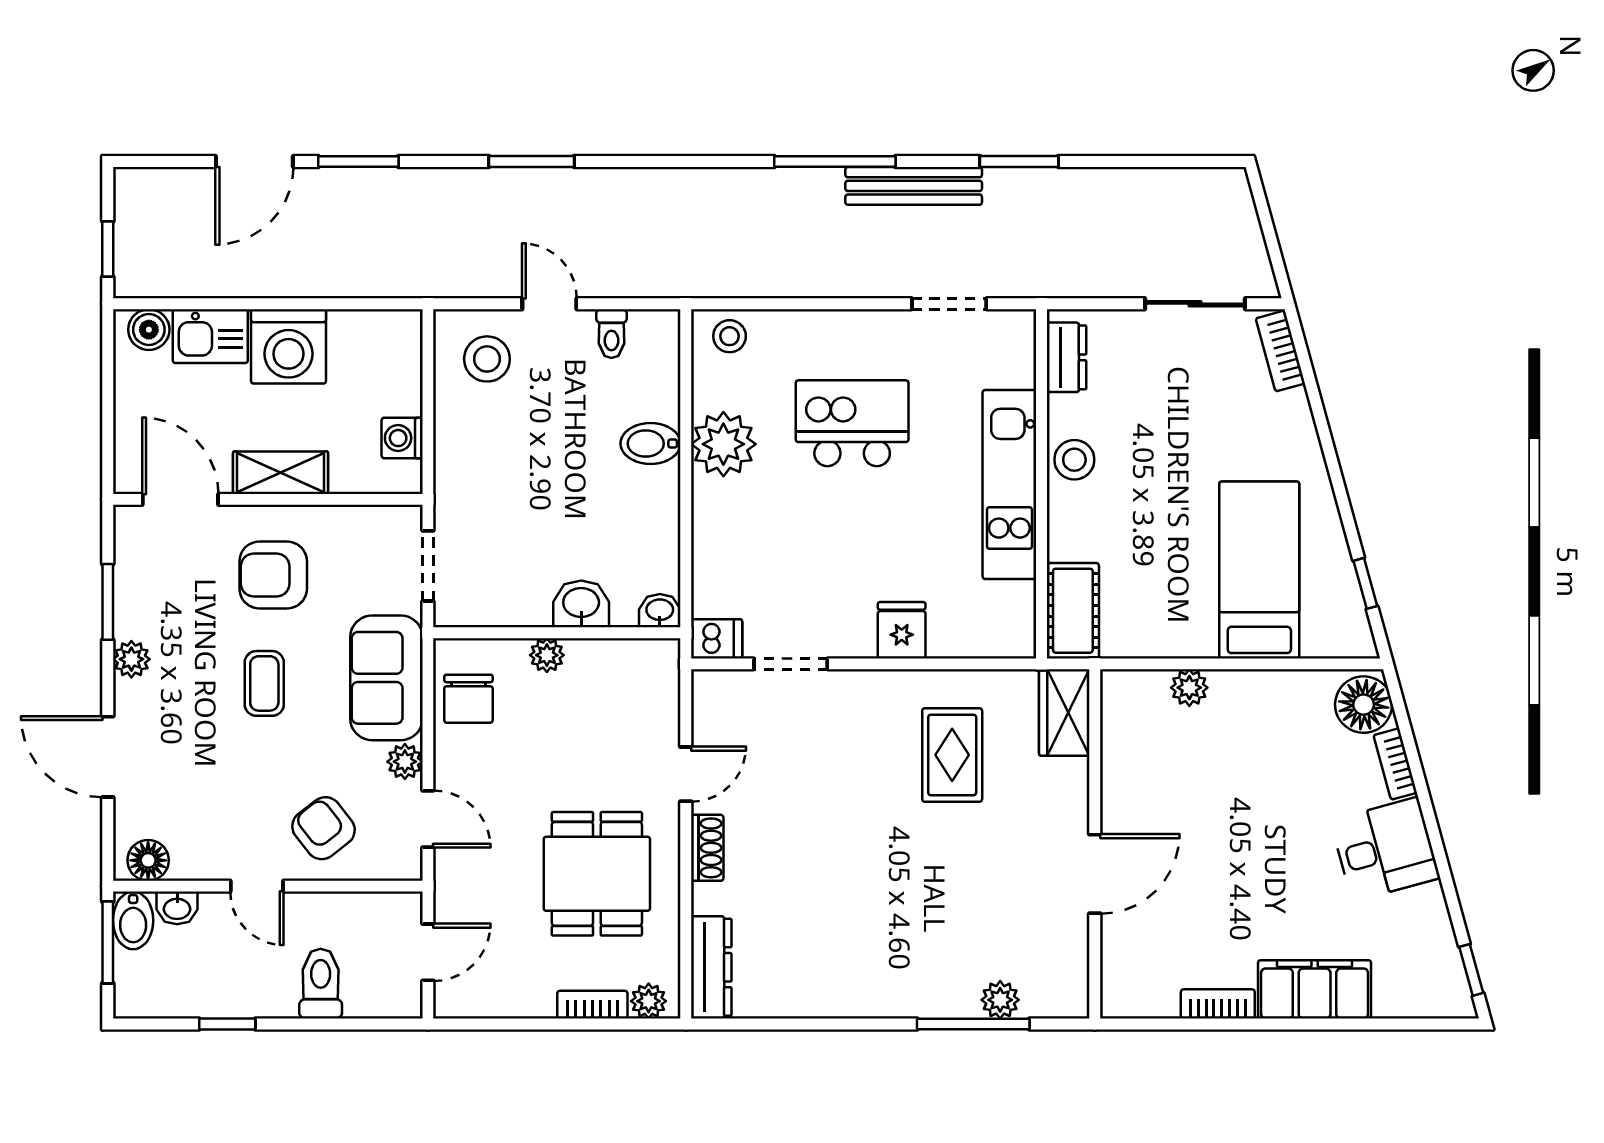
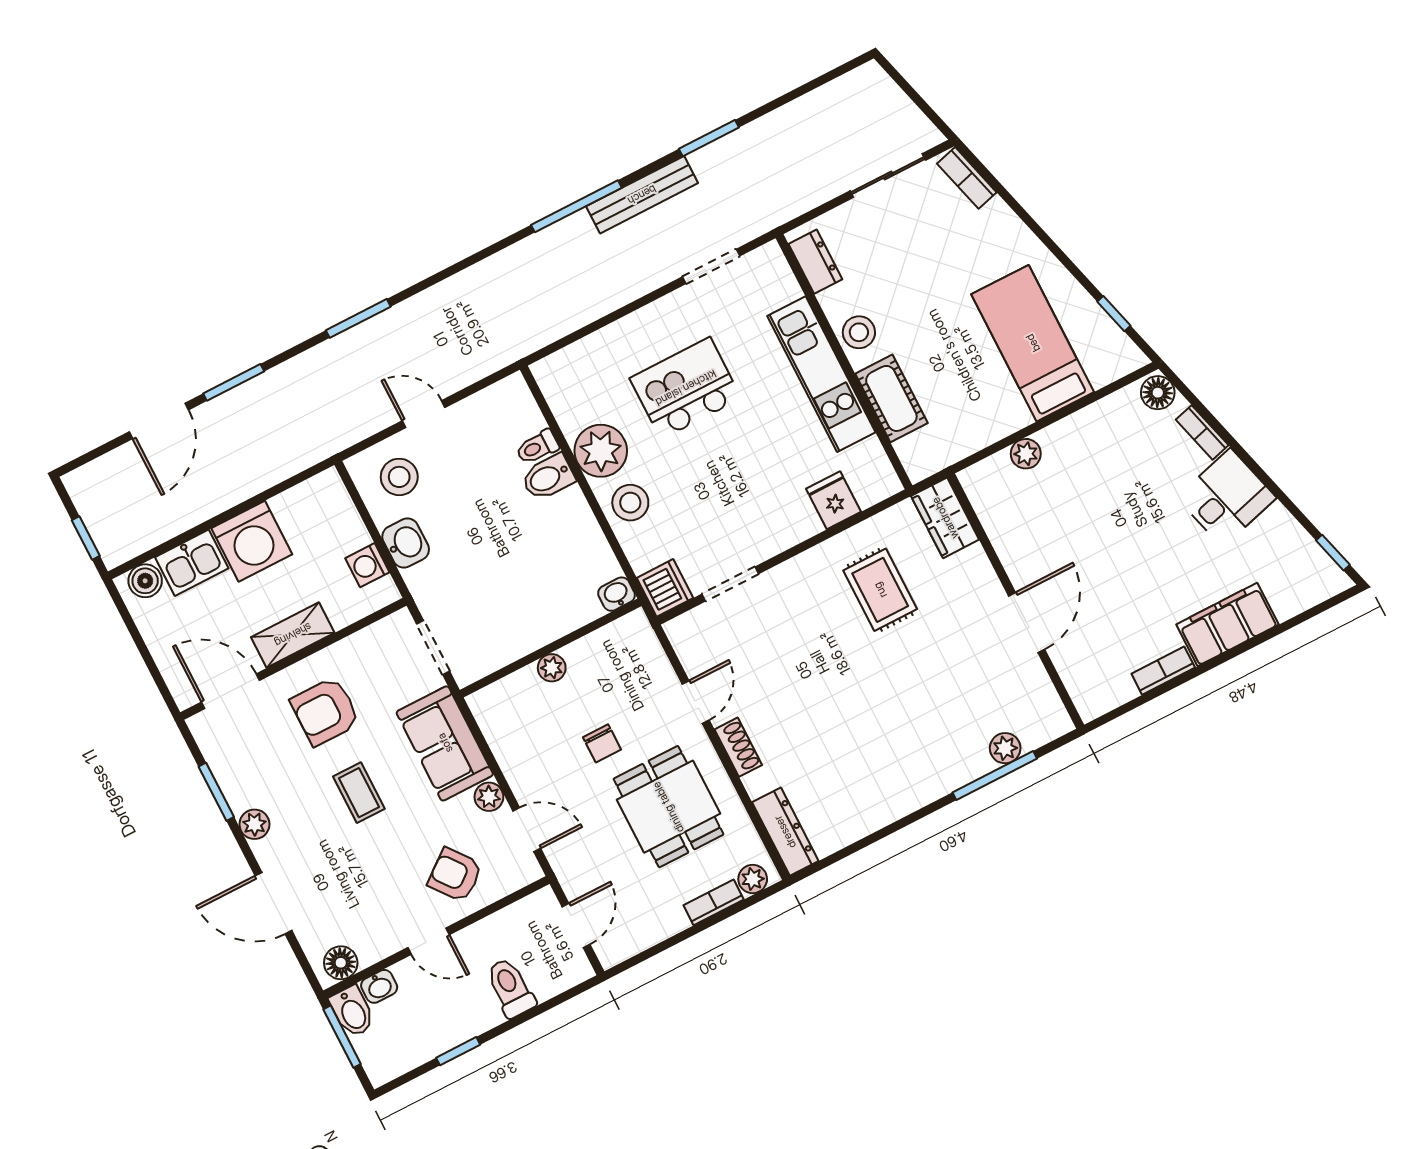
toilet: (611, 334) -> (537, 447), moved, turned 90
stool: (730, 336) -> (630, 503), moved, width x1.37, depth x1.37
washbasin: (581, 604) -> (406, 543), moved, turned 90
cot: (1073, 611) -> (891, 398), moved
fridge: (902, 630) -> (834, 500), moved
dishwasher: (717, 639) -> (665, 588), width x1.38
chair: (468, 699) -> (602, 743), moved, width x0.73, depth x0.73
floor lamp: (1364, 705) -> (1158, 393), width x0.73, depth x0.73

